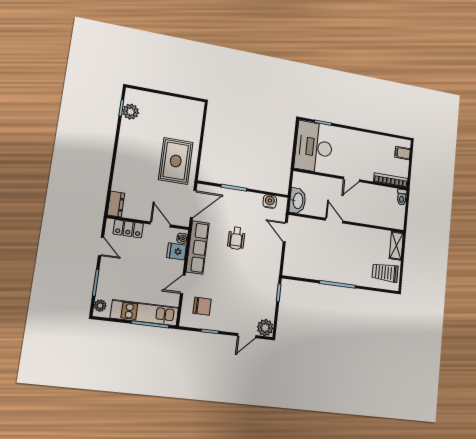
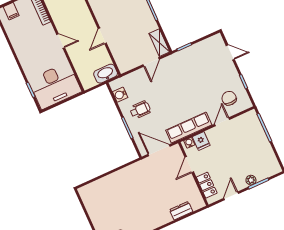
rug: (176, 161) -> (136, 182), removed
dresser: (116, 204) -> (181, 211), moved
door: (285, 232) -> (151, 62), moved
wheelchair: (236, 238) -> (140, 110), moved
shelving: (297, 271) -> (159, 43), added
door: (183, 284) -> (222, 122), swing flipped
plant: (100, 306) -> (251, 180), moved
kitchen unit: (145, 313) -> (259, 137), removed
plant: (265, 328) -> (216, 42), removed

